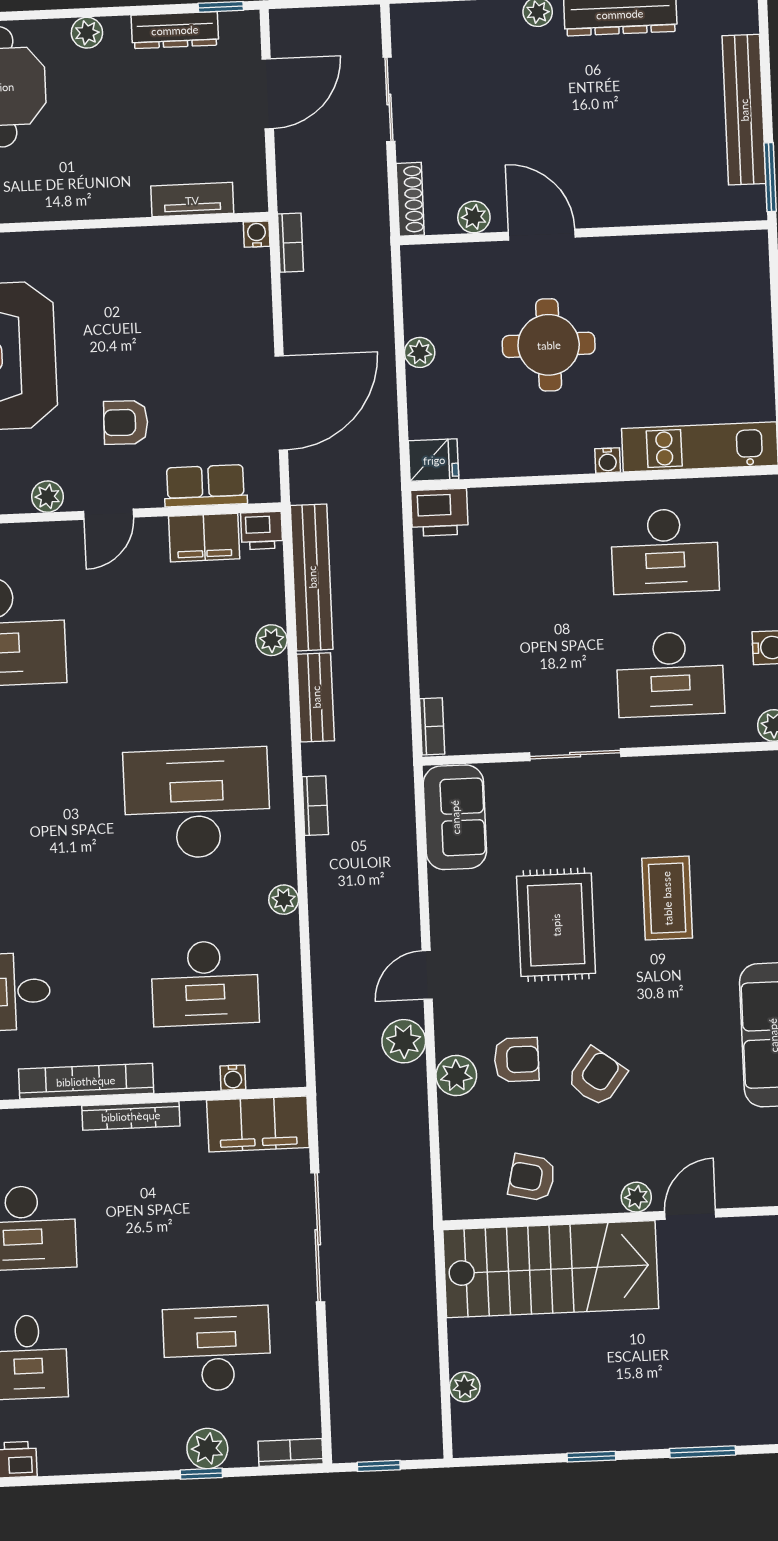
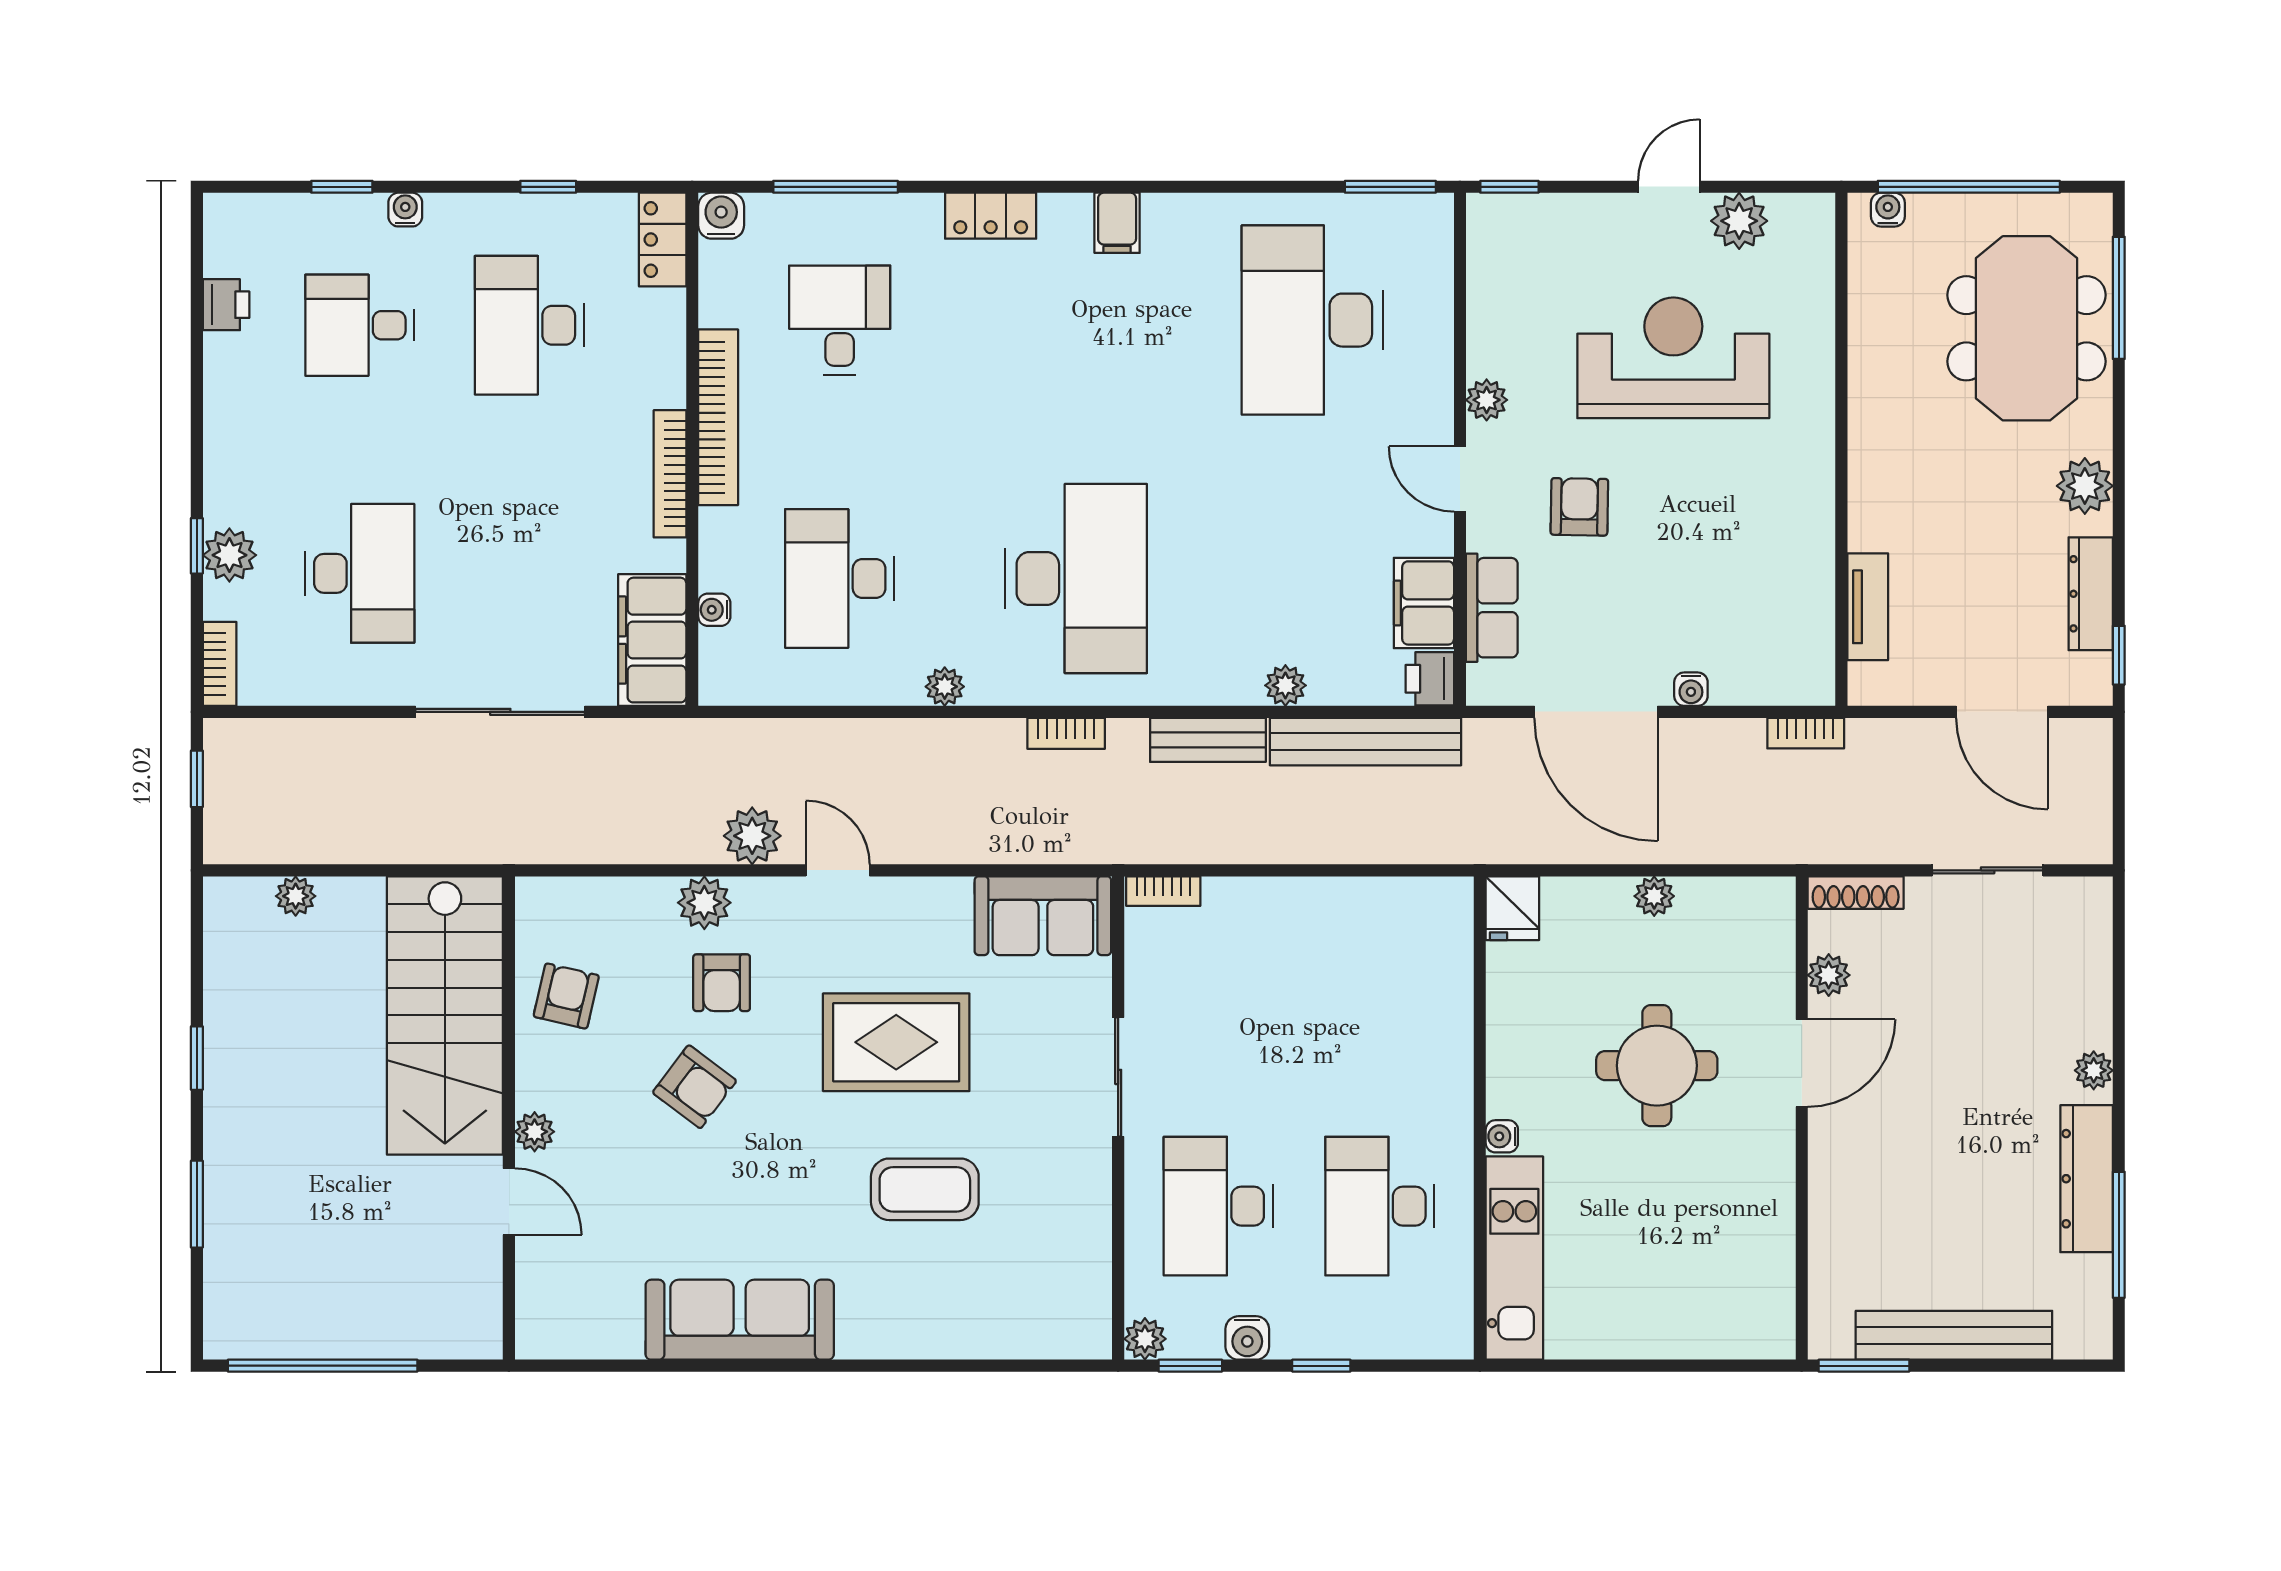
plant: (87, 33) -> (2085, 486), width x1.38, depth x1.38
water cooler: (257, 234) -> (1691, 689), moved, turned 90
printer: (439, 512) -> (1444, 913), removed

